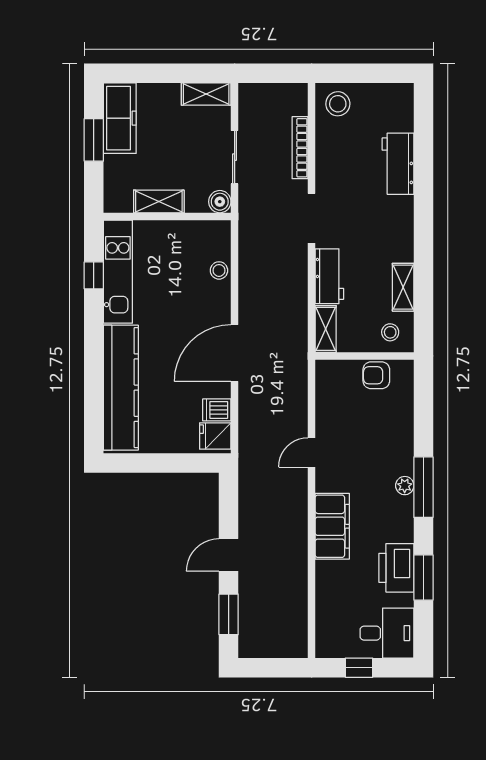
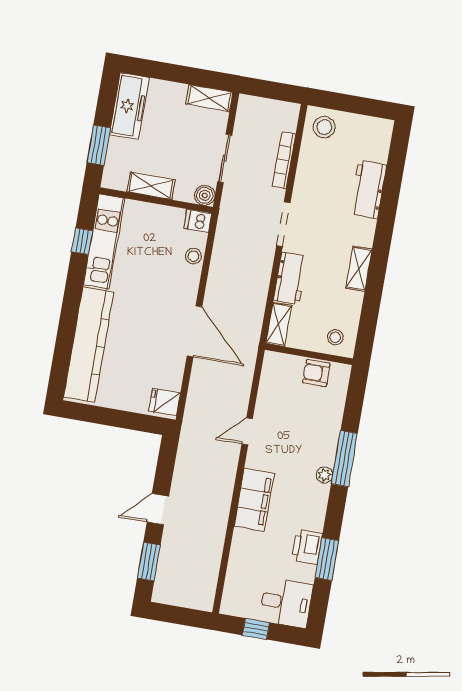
window: (94, 140) -> (99, 145), moved
shelving: (403, 287) -> (359, 269), moved
door: (235, 353) -> (194, 331), swing flipped
dishwasher: (217, 410) -> (198, 221), moved
window: (423, 487) -> (344, 459), moved
printer: (396, 568) -> (307, 547), width x0.73, depth x0.84

